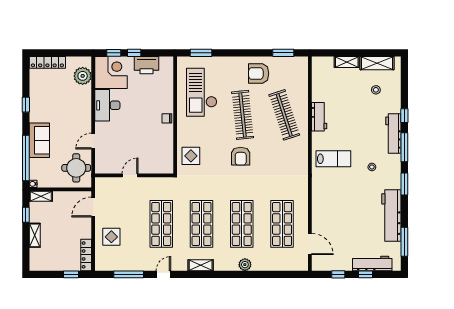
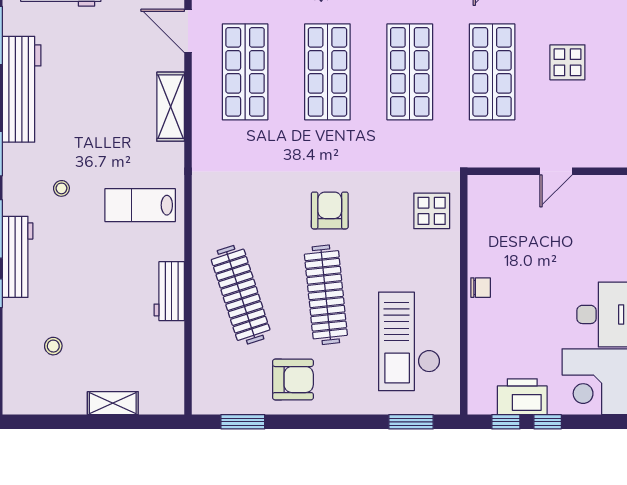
window: (114, 53) -> (506, 422), moved
shelving: (377, 63) -> (171, 107), moved, turned 90
checkout: (202, 92) -> (409, 341), turned 180
display table: (111, 237) -> (567, 62), moved

